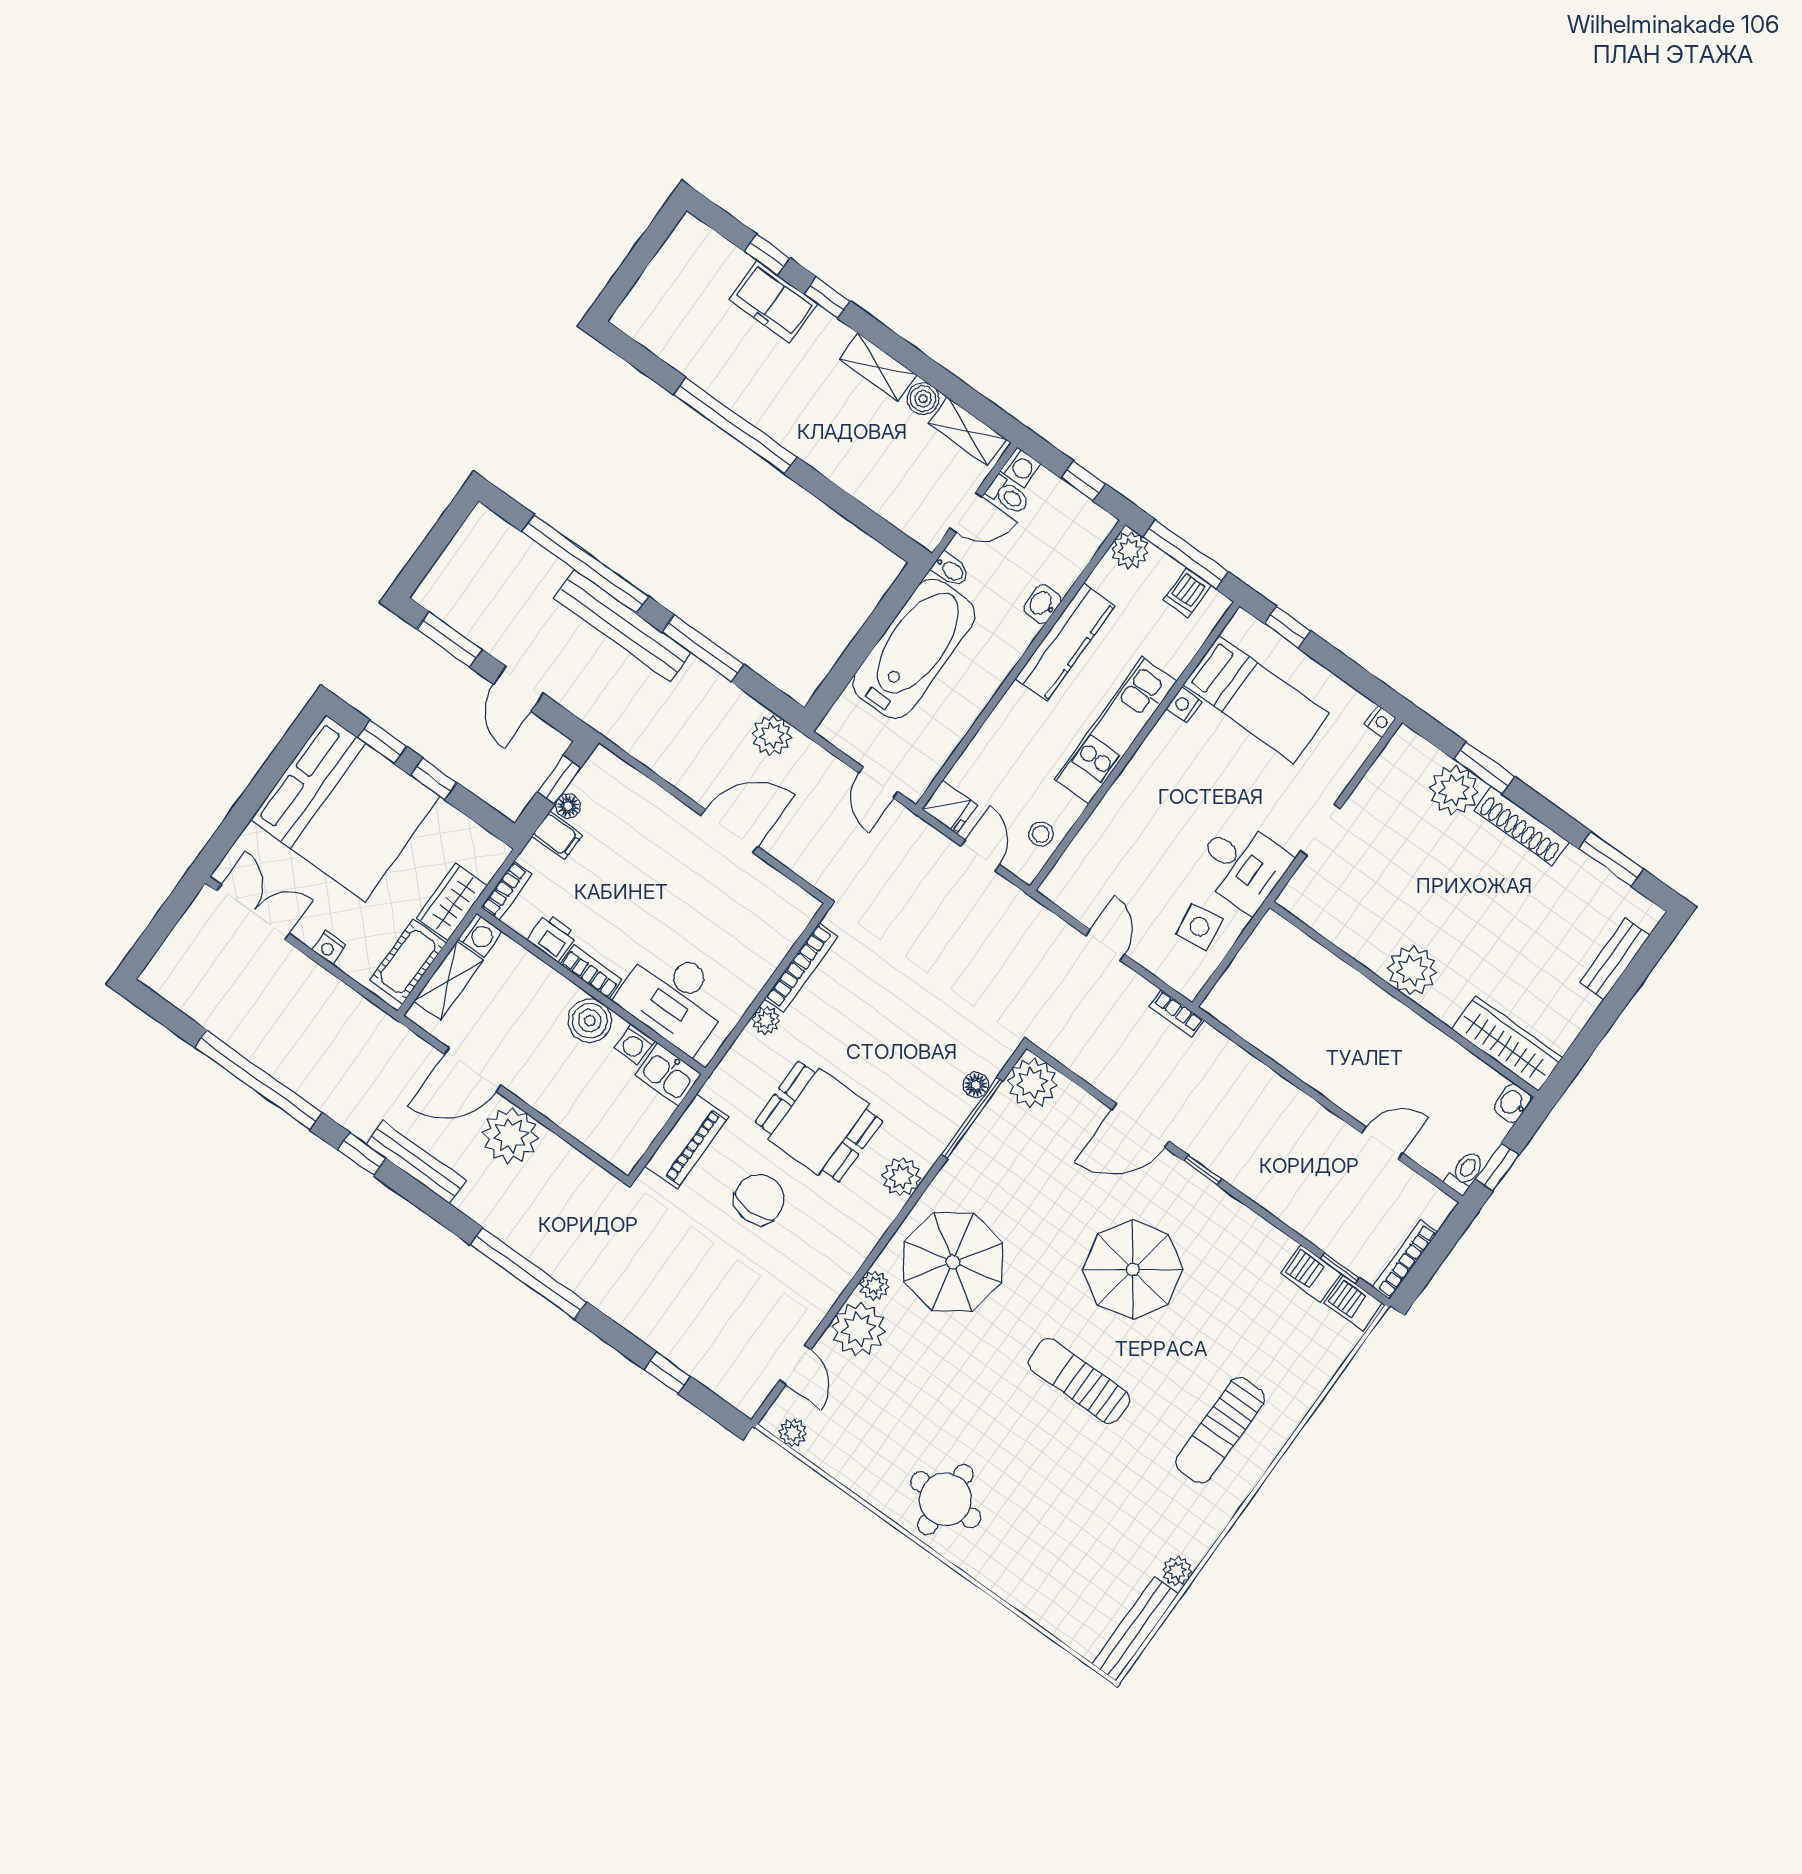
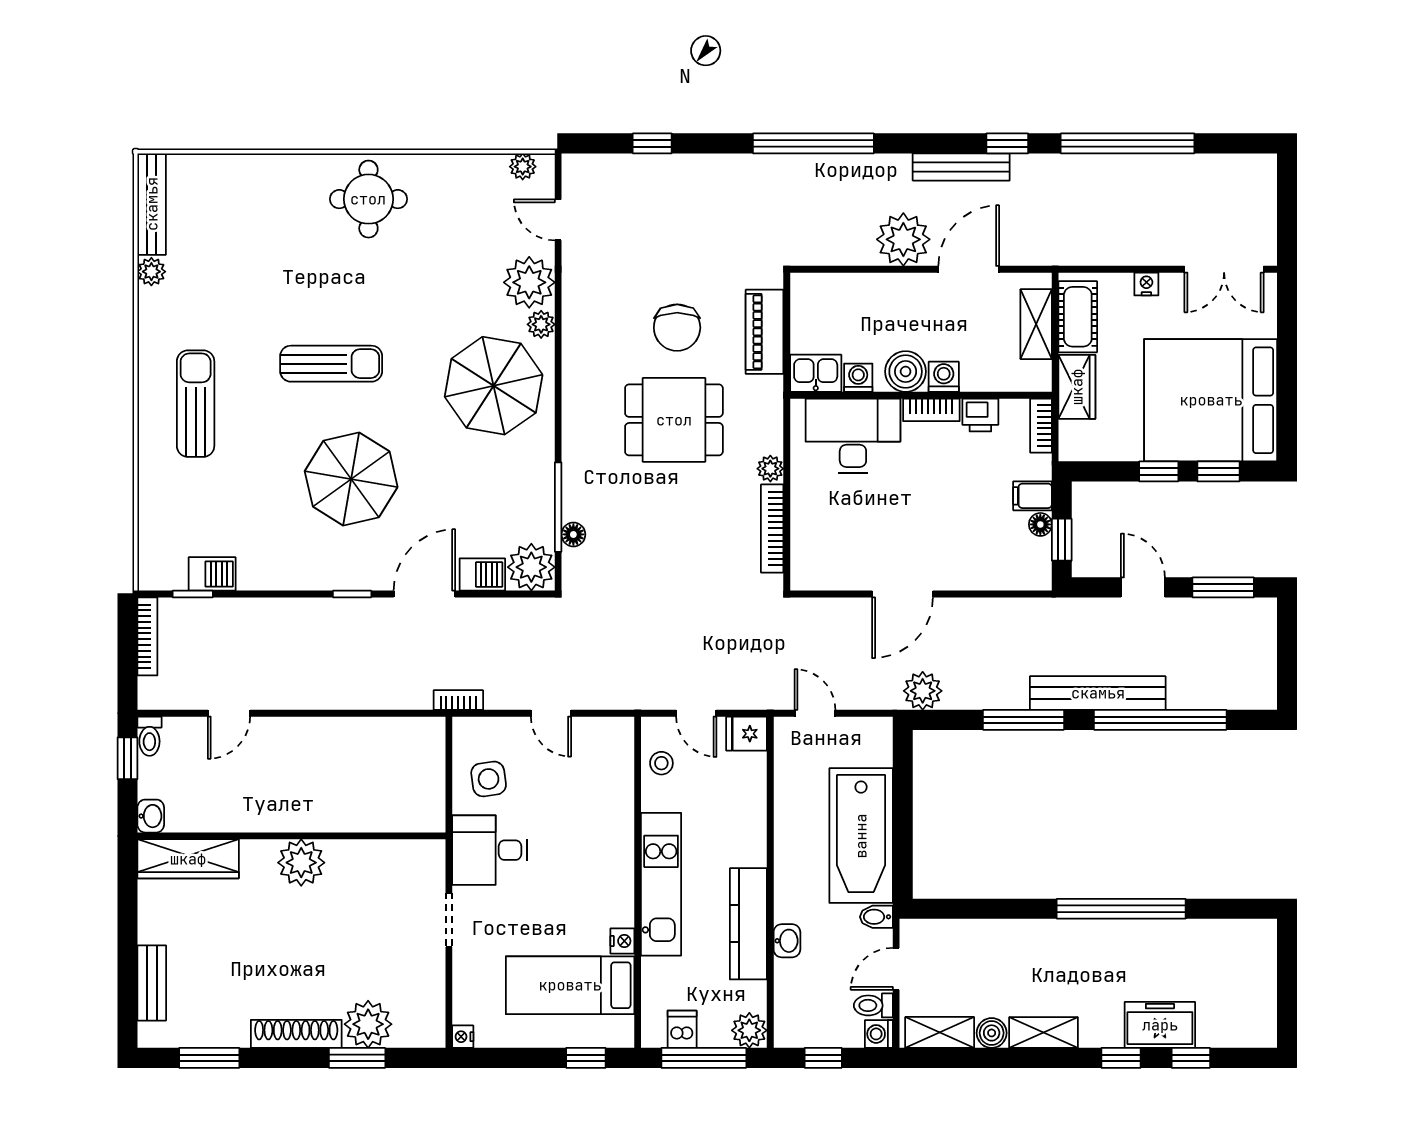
washing machine: (480, 935) -> (944, 377), moved, turned 90
plant: (902, 1177) -> (580, 423), removed
barbecue: (1353, 1303) -> (482, 575), moved

